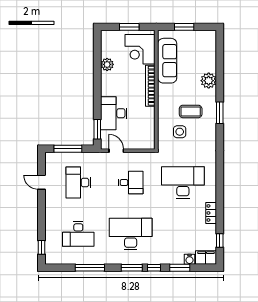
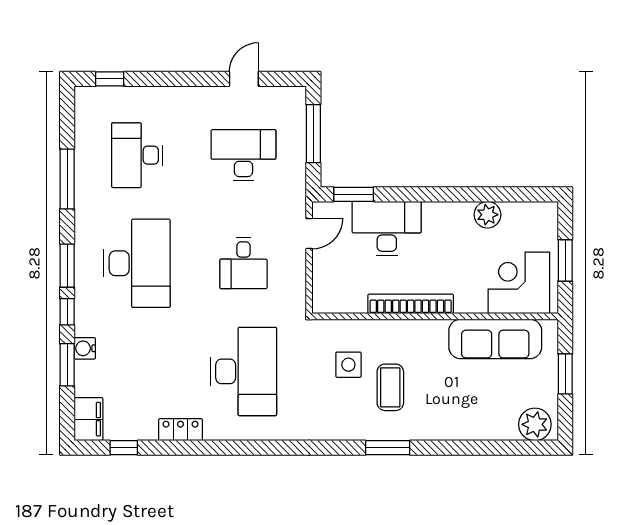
plant: (209, 81) -> (535, 424), moved
bookcase: (150, 86) -> (411, 304), moved
water cooler: (189, 259) -> (85, 348), moved

